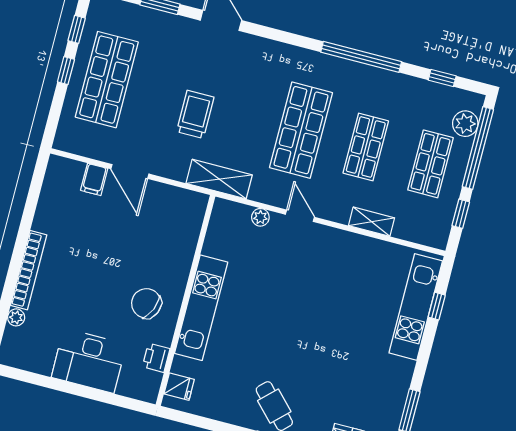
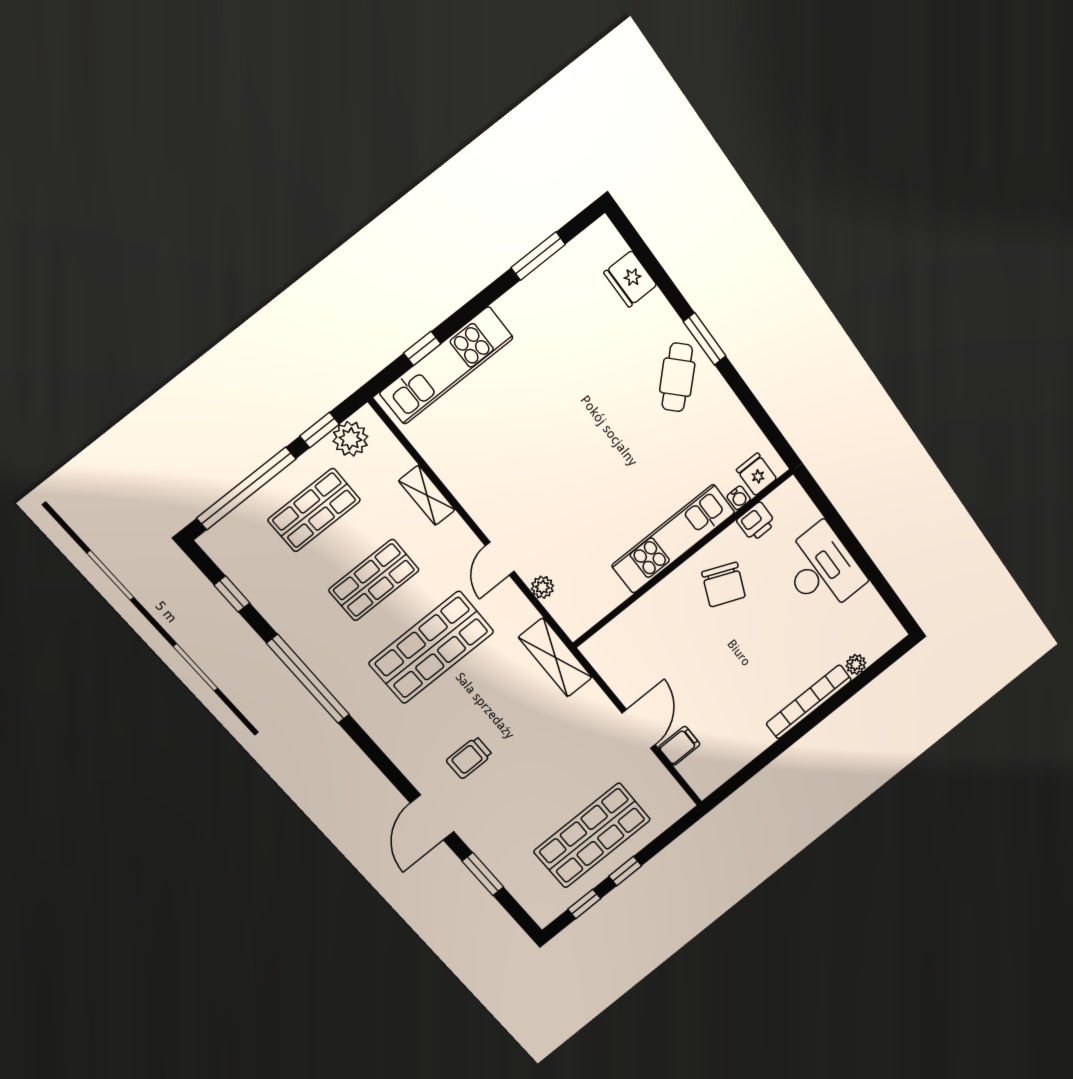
trolley: (195, 114) -> (469, 758), moved, width x0.73, depth x0.72
plant: (465, 124) -> (350, 439), moved
water cooler: (179, 364) -> (739, 498), added

